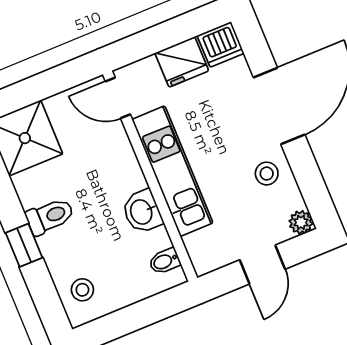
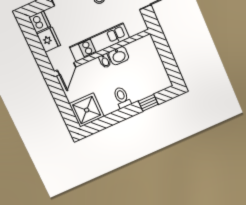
window: (24, 245) -> (148, 103), moved
bidet: (165, 261) -> (105, 61), moved
stool: (82, 290) -> (155, 82), removed

